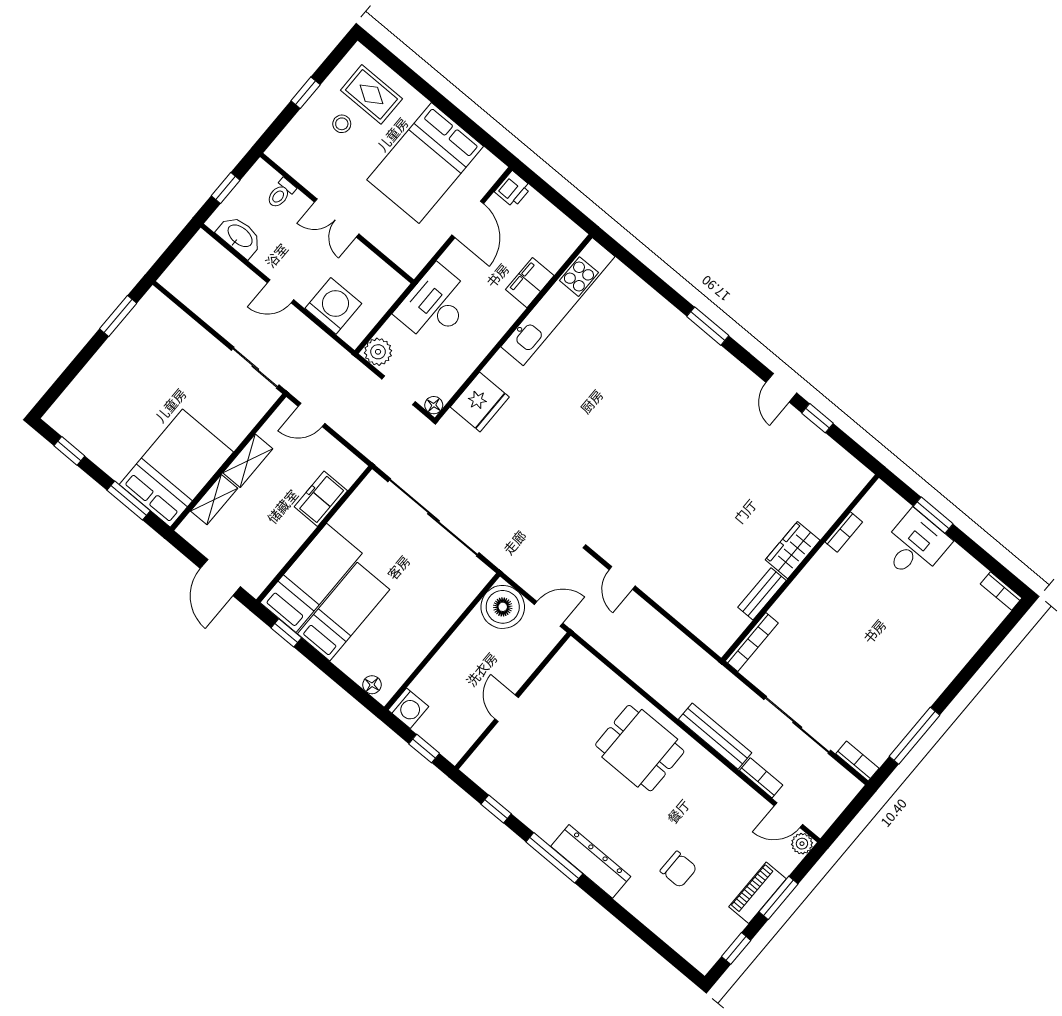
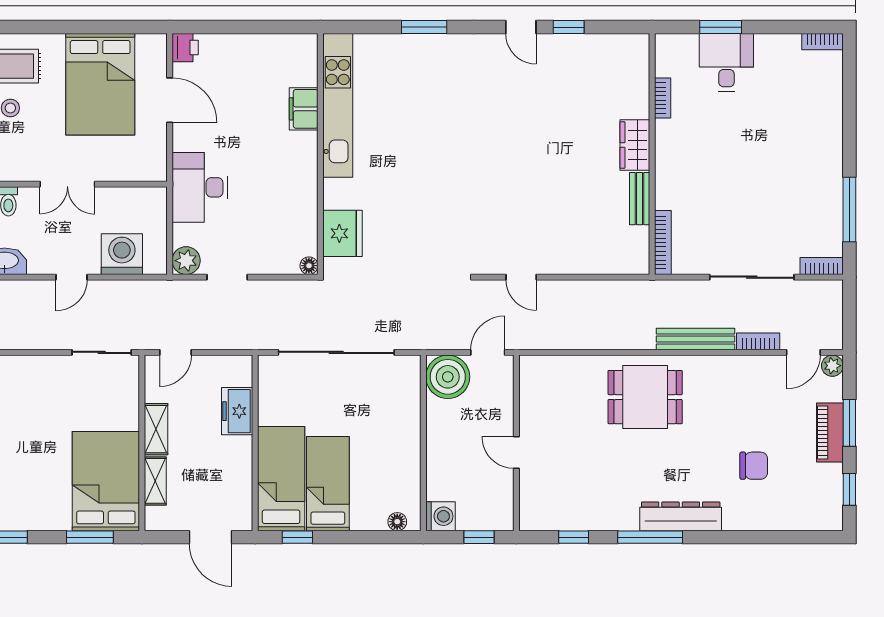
filing cabinet: (530, 283) -> (304, 109), moved
kitchen unit: (558, 302) -> (338, 105), moved
wall: (514, 328) -> (320, 154), moved
fridge: (480, 402) -> (342, 233), moved
floor lamp: (434, 405) -> (309, 266), moved

